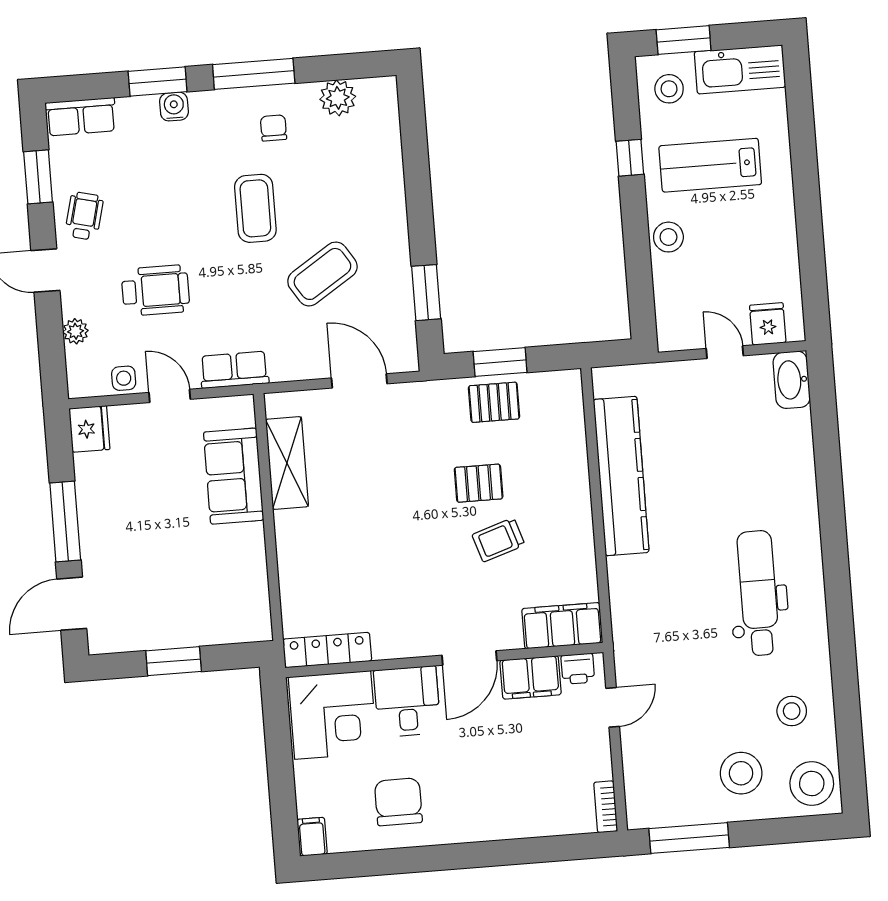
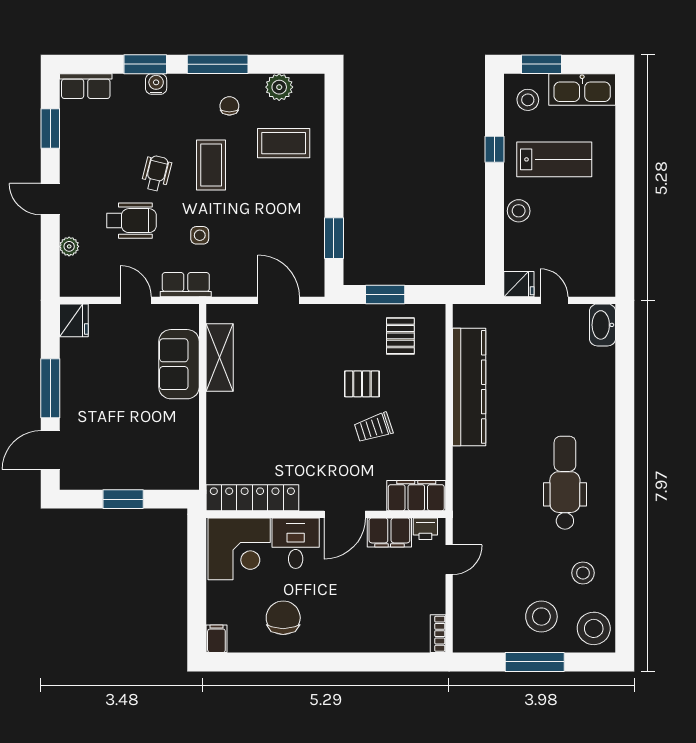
lab bench: (710, 165) -> (554, 159), turned 180
wheelchair: (84, 216) -> (156, 173), moved
coffee table: (322, 274) -> (284, 143), moved, turned 33
fridge: (768, 324) -> (519, 284), moved, turned 90
side table: (124, 378) -> (200, 235), moved
pallet: (494, 402) -> (400, 336), moved, turned 90
locker: (327, 650) -> (252, 498), width x1.41, depth x1.21
window: (689, 838) -> (535, 662), moved

